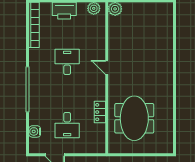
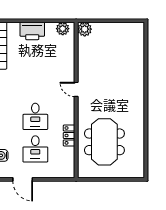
desk: (67, 62) -> (35, 116), moved, turned 180

